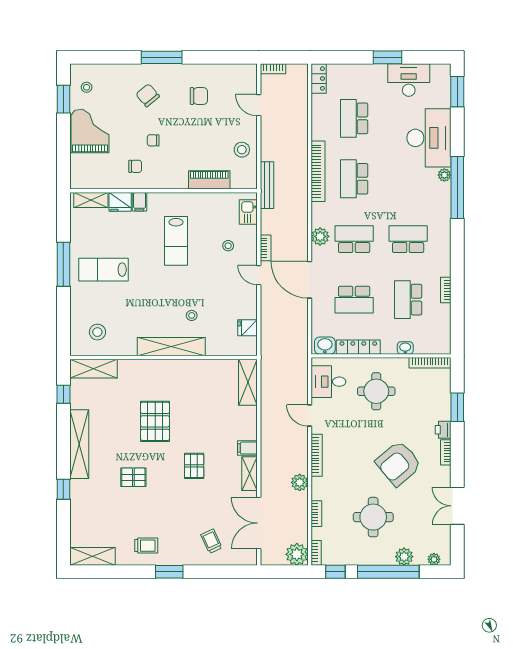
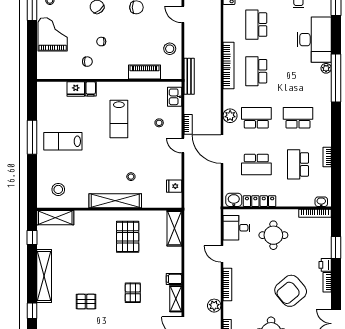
shelving: (91, 200) -> (53, 88), removed
washbasin: (405, 348) -> (321, 202), moved
pallet: (155, 421) -> (128, 237), moved

